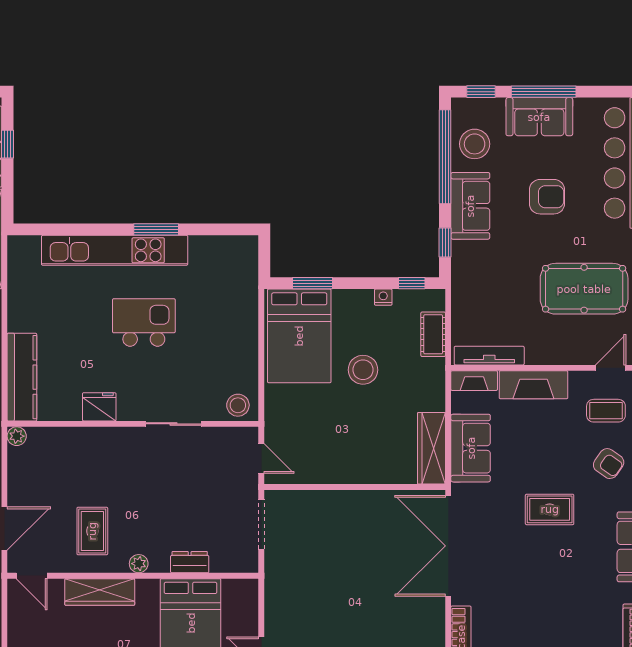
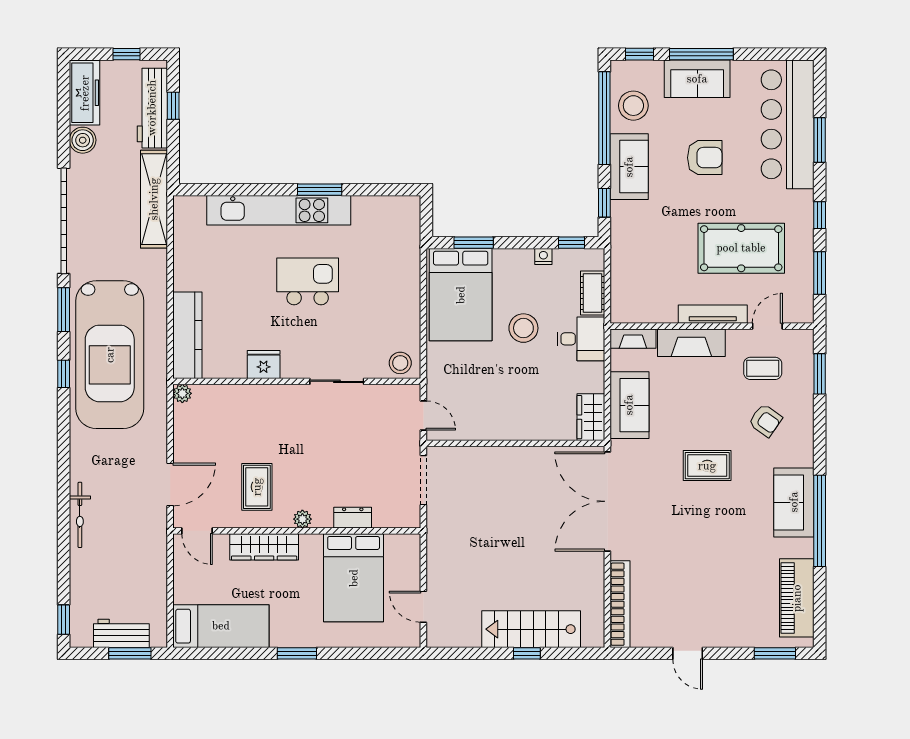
tv unit: (489, 356) -> (713, 314), moved
desk: (421, 381) -> (581, 339), added
wardrobe: (431, 448) -> (591, 417), width x0.67

